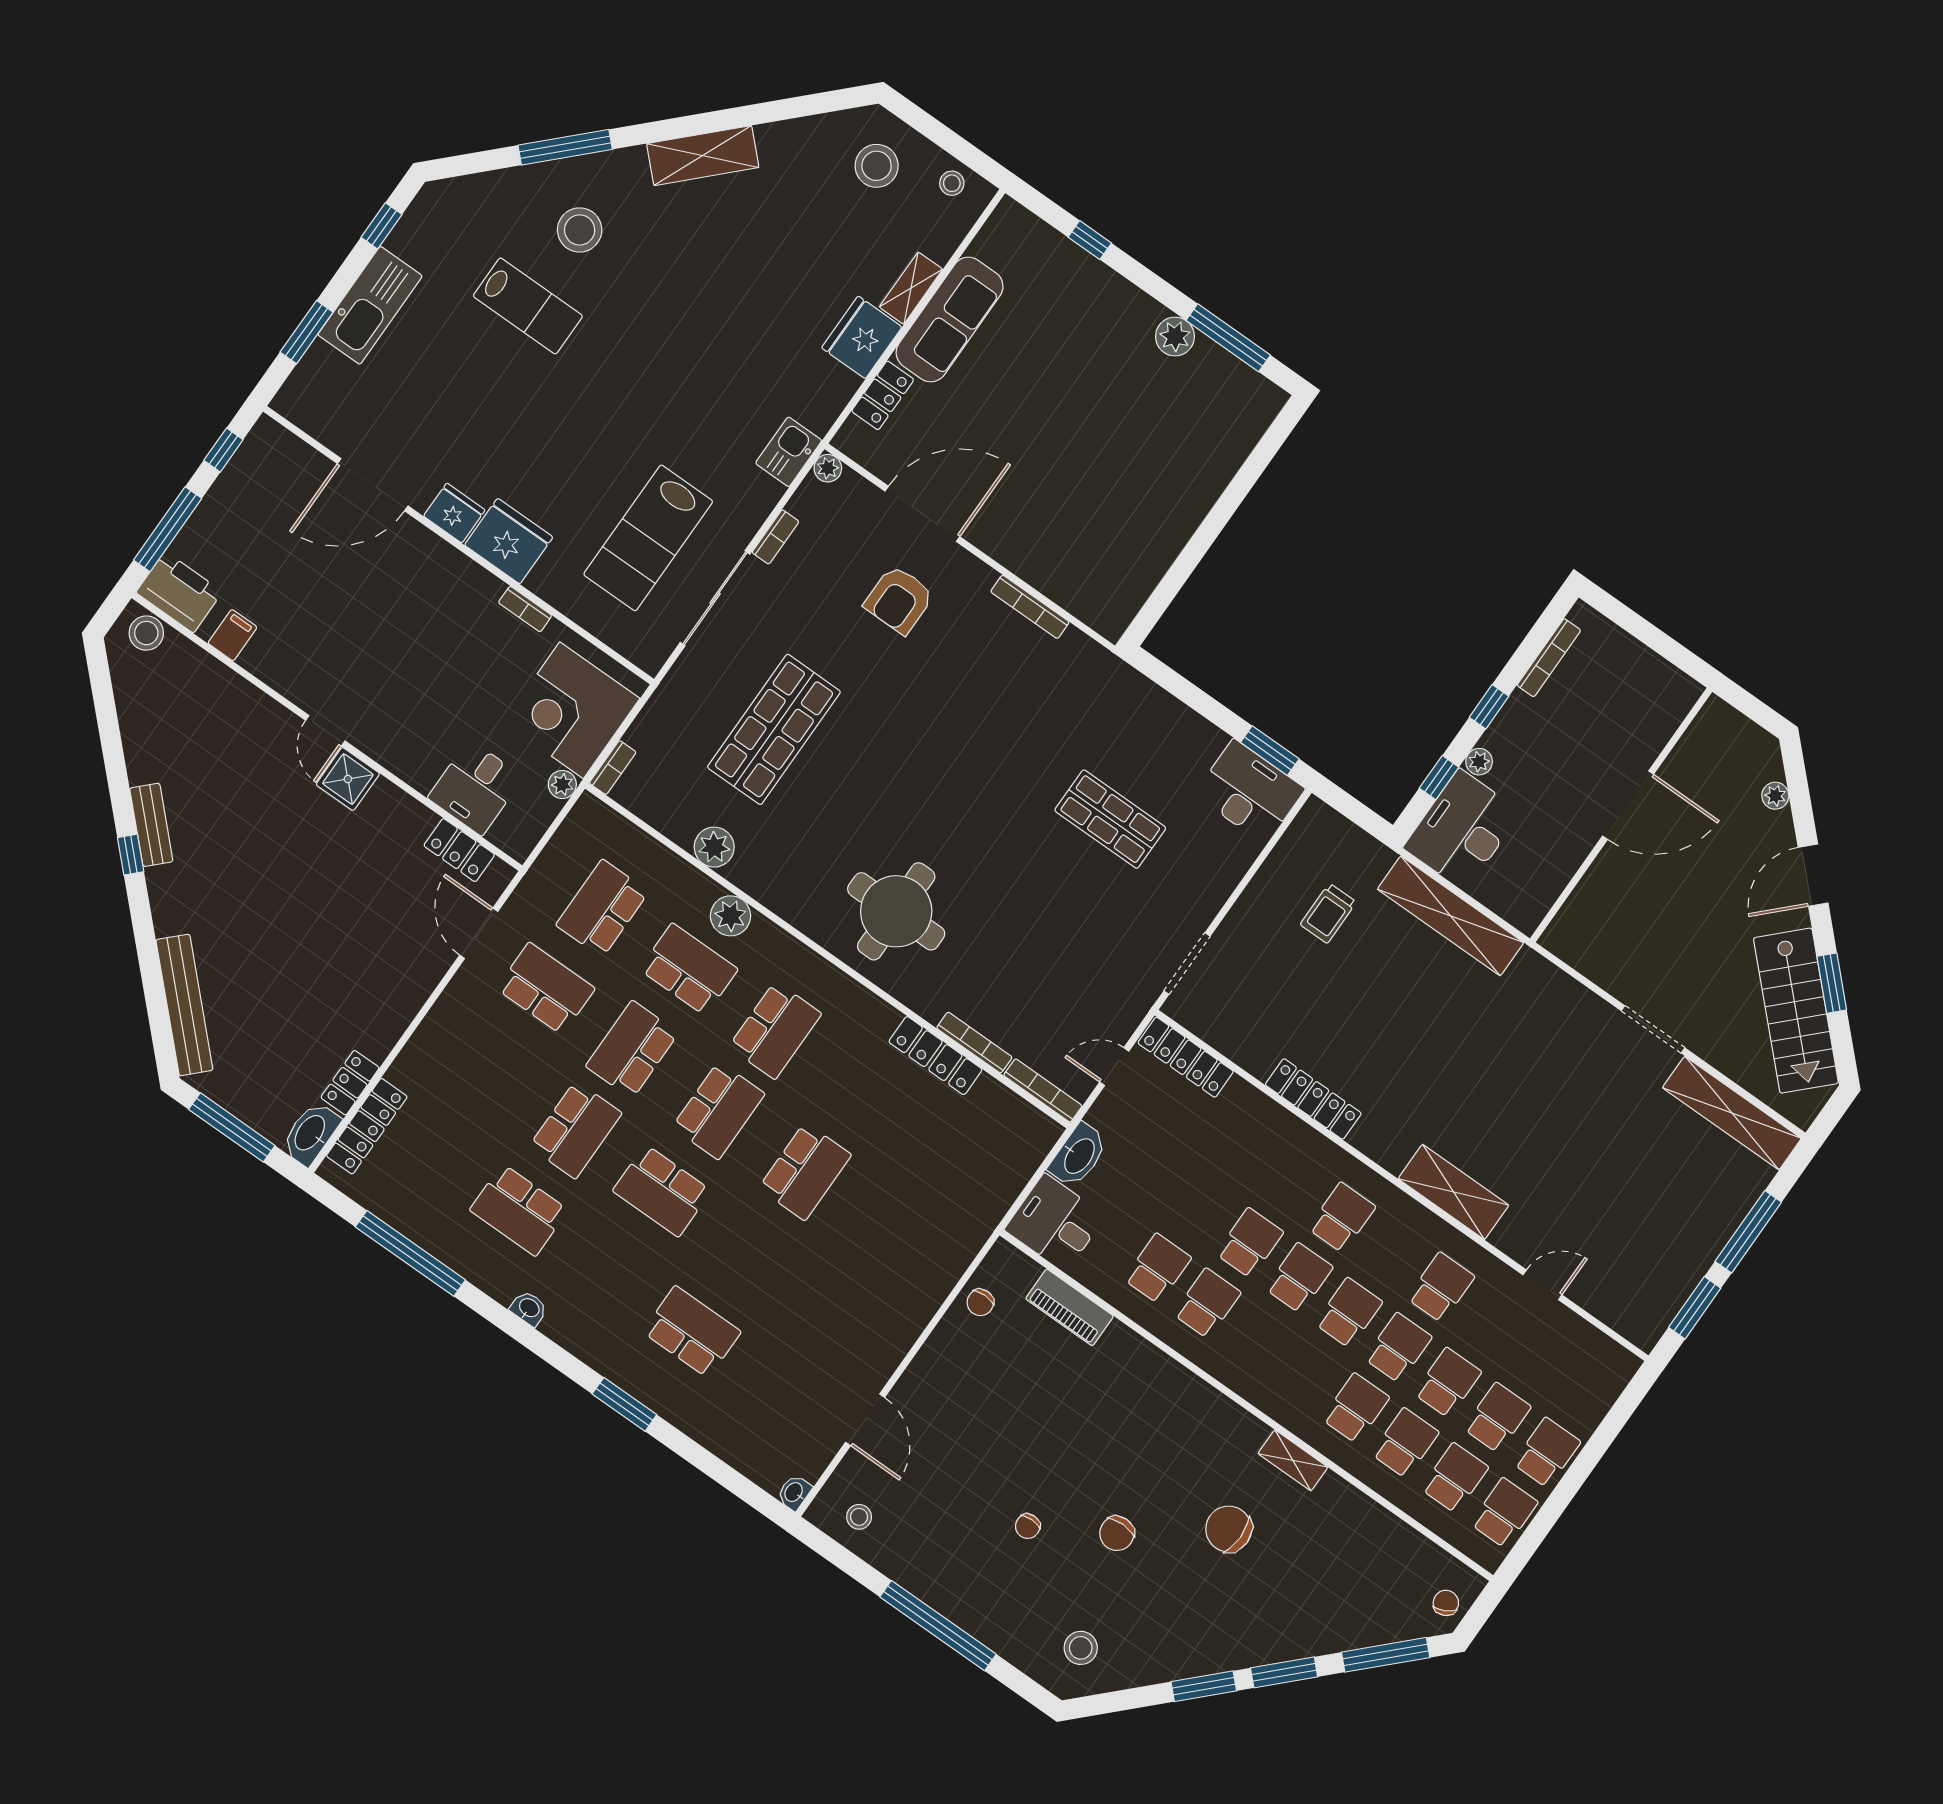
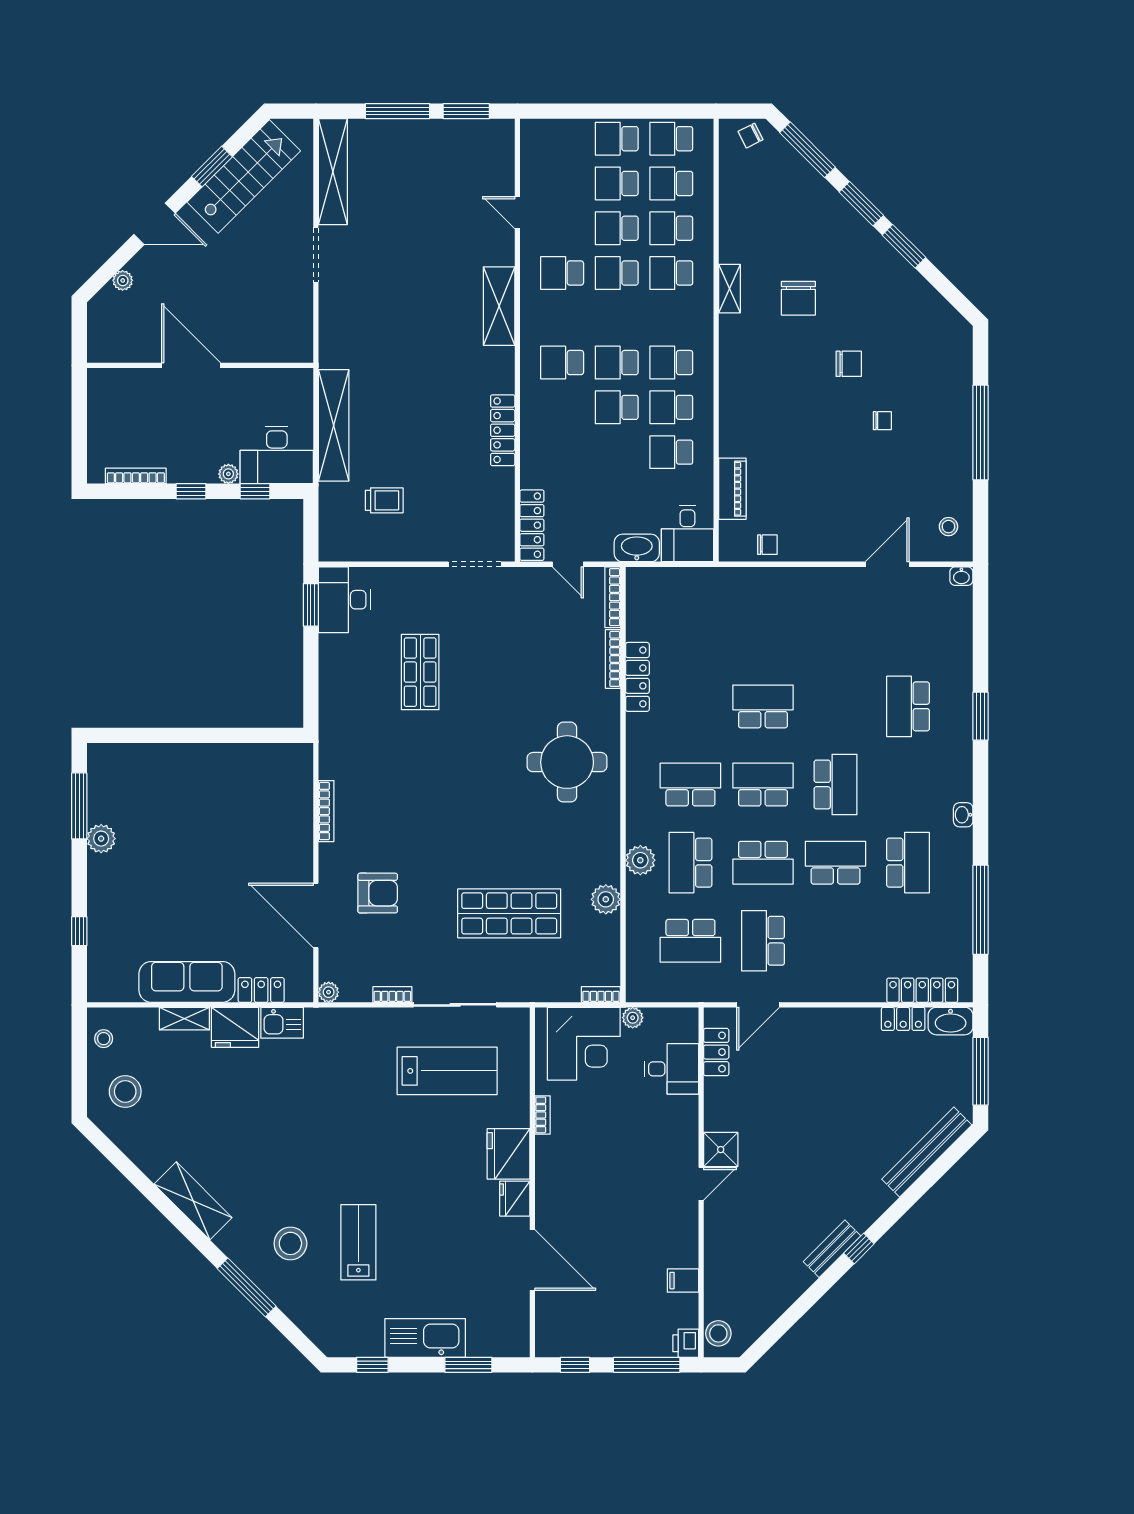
kitchen sink: (789, 452) -> (282, 1023), moved
printer: (179, 592) -> (686, 1343), width x0.53, depth x0.68
school desk: (1349, 1313) -> (671, 363), moved
stool: (1081, 1648) -> (933, 337), removed

